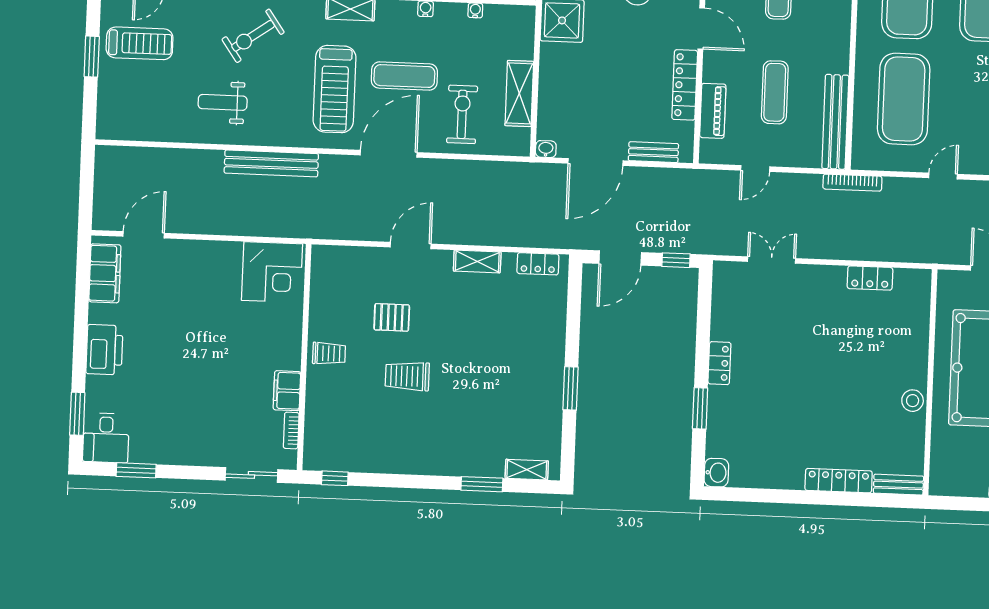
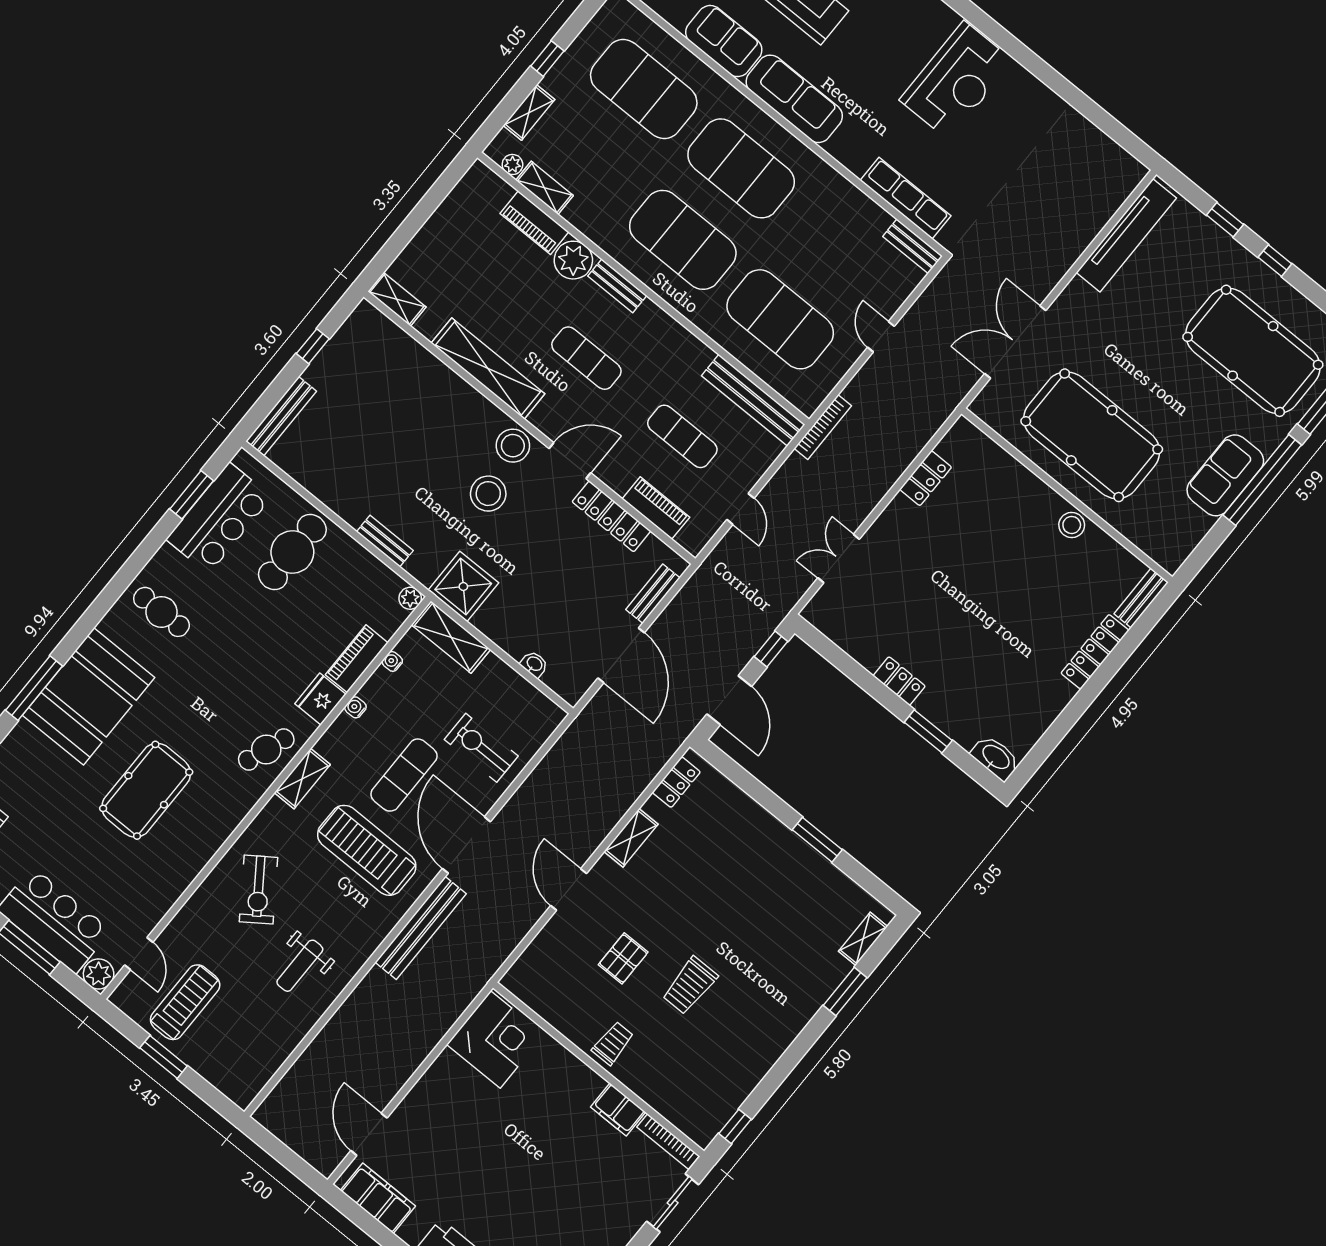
treadmill: (335, 89) -> (367, 850), turned 180
shelving: (519, 93) -> (451, 637), moved
washbasin: (546, 149) -> (534, 664), moved, turned 90
bench: (271, 163) -> (421, 928), moved
bookcase: (291, 430) -> (668, 1141), width x1.56
washbasin: (716, 473) -> (995, 758), width x1.38

